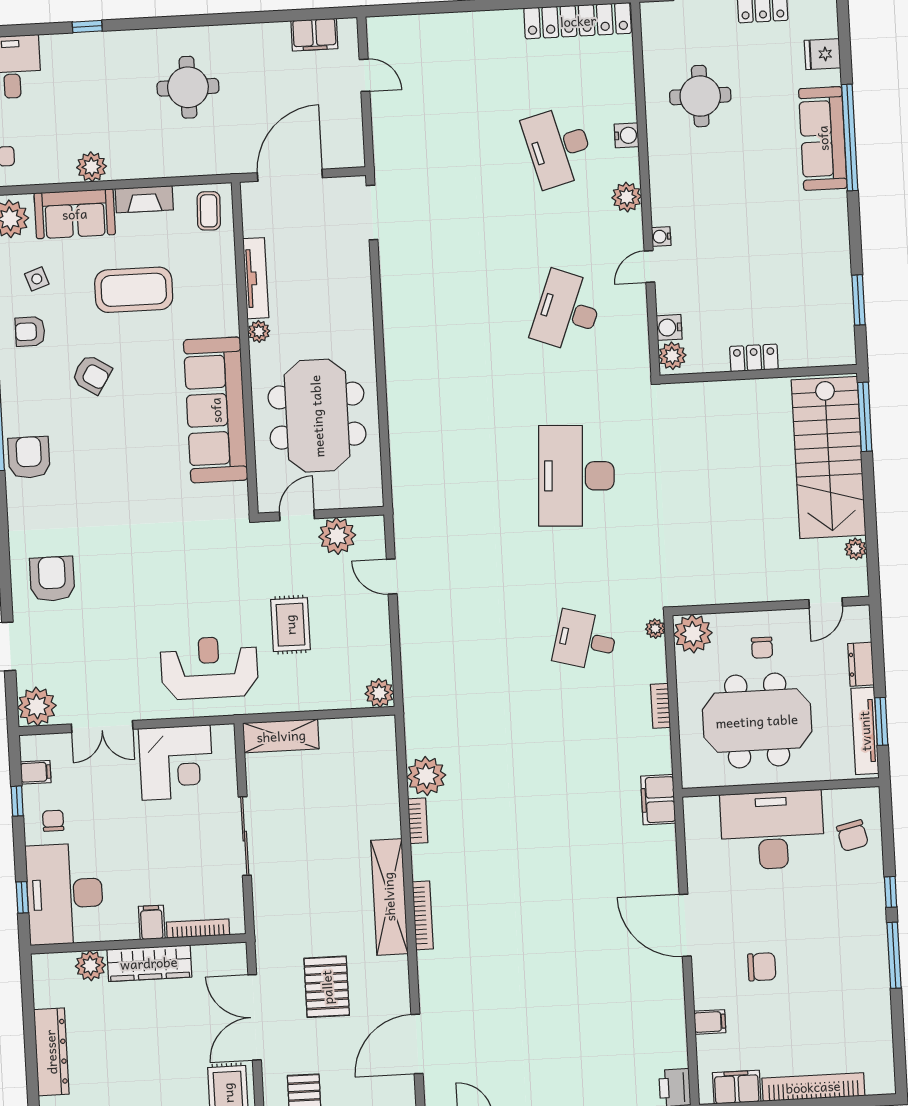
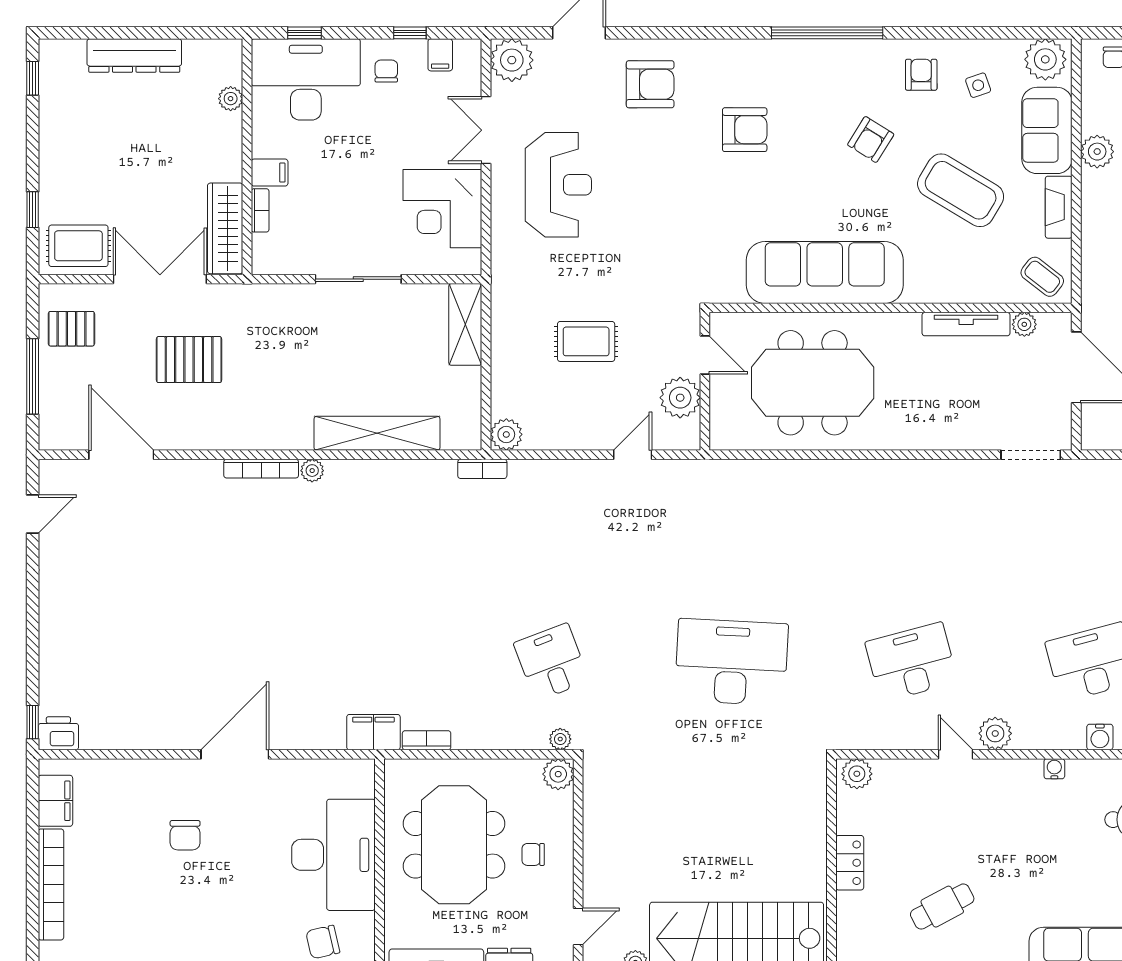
plant: (627, 197) -> (995, 733), moved
coffee table: (209, 211) -> (1042, 277), turned 36
water cooler: (661, 237) -> (1054, 769), moved
cafe table: (789, 271) -> (942, 907), added
coffee table: (134, 290) -> (961, 190), turned -59
desk: (567, 311) -> (911, 662), turned -36
water cooler: (669, 327) -> (888, 772), removed
plant: (259, 331) -> (1024, 324), moved
armchair: (29, 457) -> (745, 130), moved
door: (826, 603) -> (578, 927), swing flipped
plant: (693, 634) -> (558, 774), width x0.73, depth x0.73
desk: (585, 640) -> (552, 662), turned -36
reception desk: (209, 668) -> (558, 185), moved
bookcase: (660, 706) -> (427, 740), moved
plant: (426, 776) -> (312, 471), moved, width x0.53, depth x0.53
chair: (53, 821) -> (386, 71), turned -90
bookcase: (418, 821) -> (482, 469), moved
shelving: (389, 897) -> (377, 433), moved
bookcase: (198, 929) -> (260, 210), width x0.64
wardrobe: (149, 963) -> (225, 228), moved
plant: (90, 966) -> (231, 99), width x0.73, depth x0.73
filing cabinet: (710, 1022) -> (128, 775), removed

